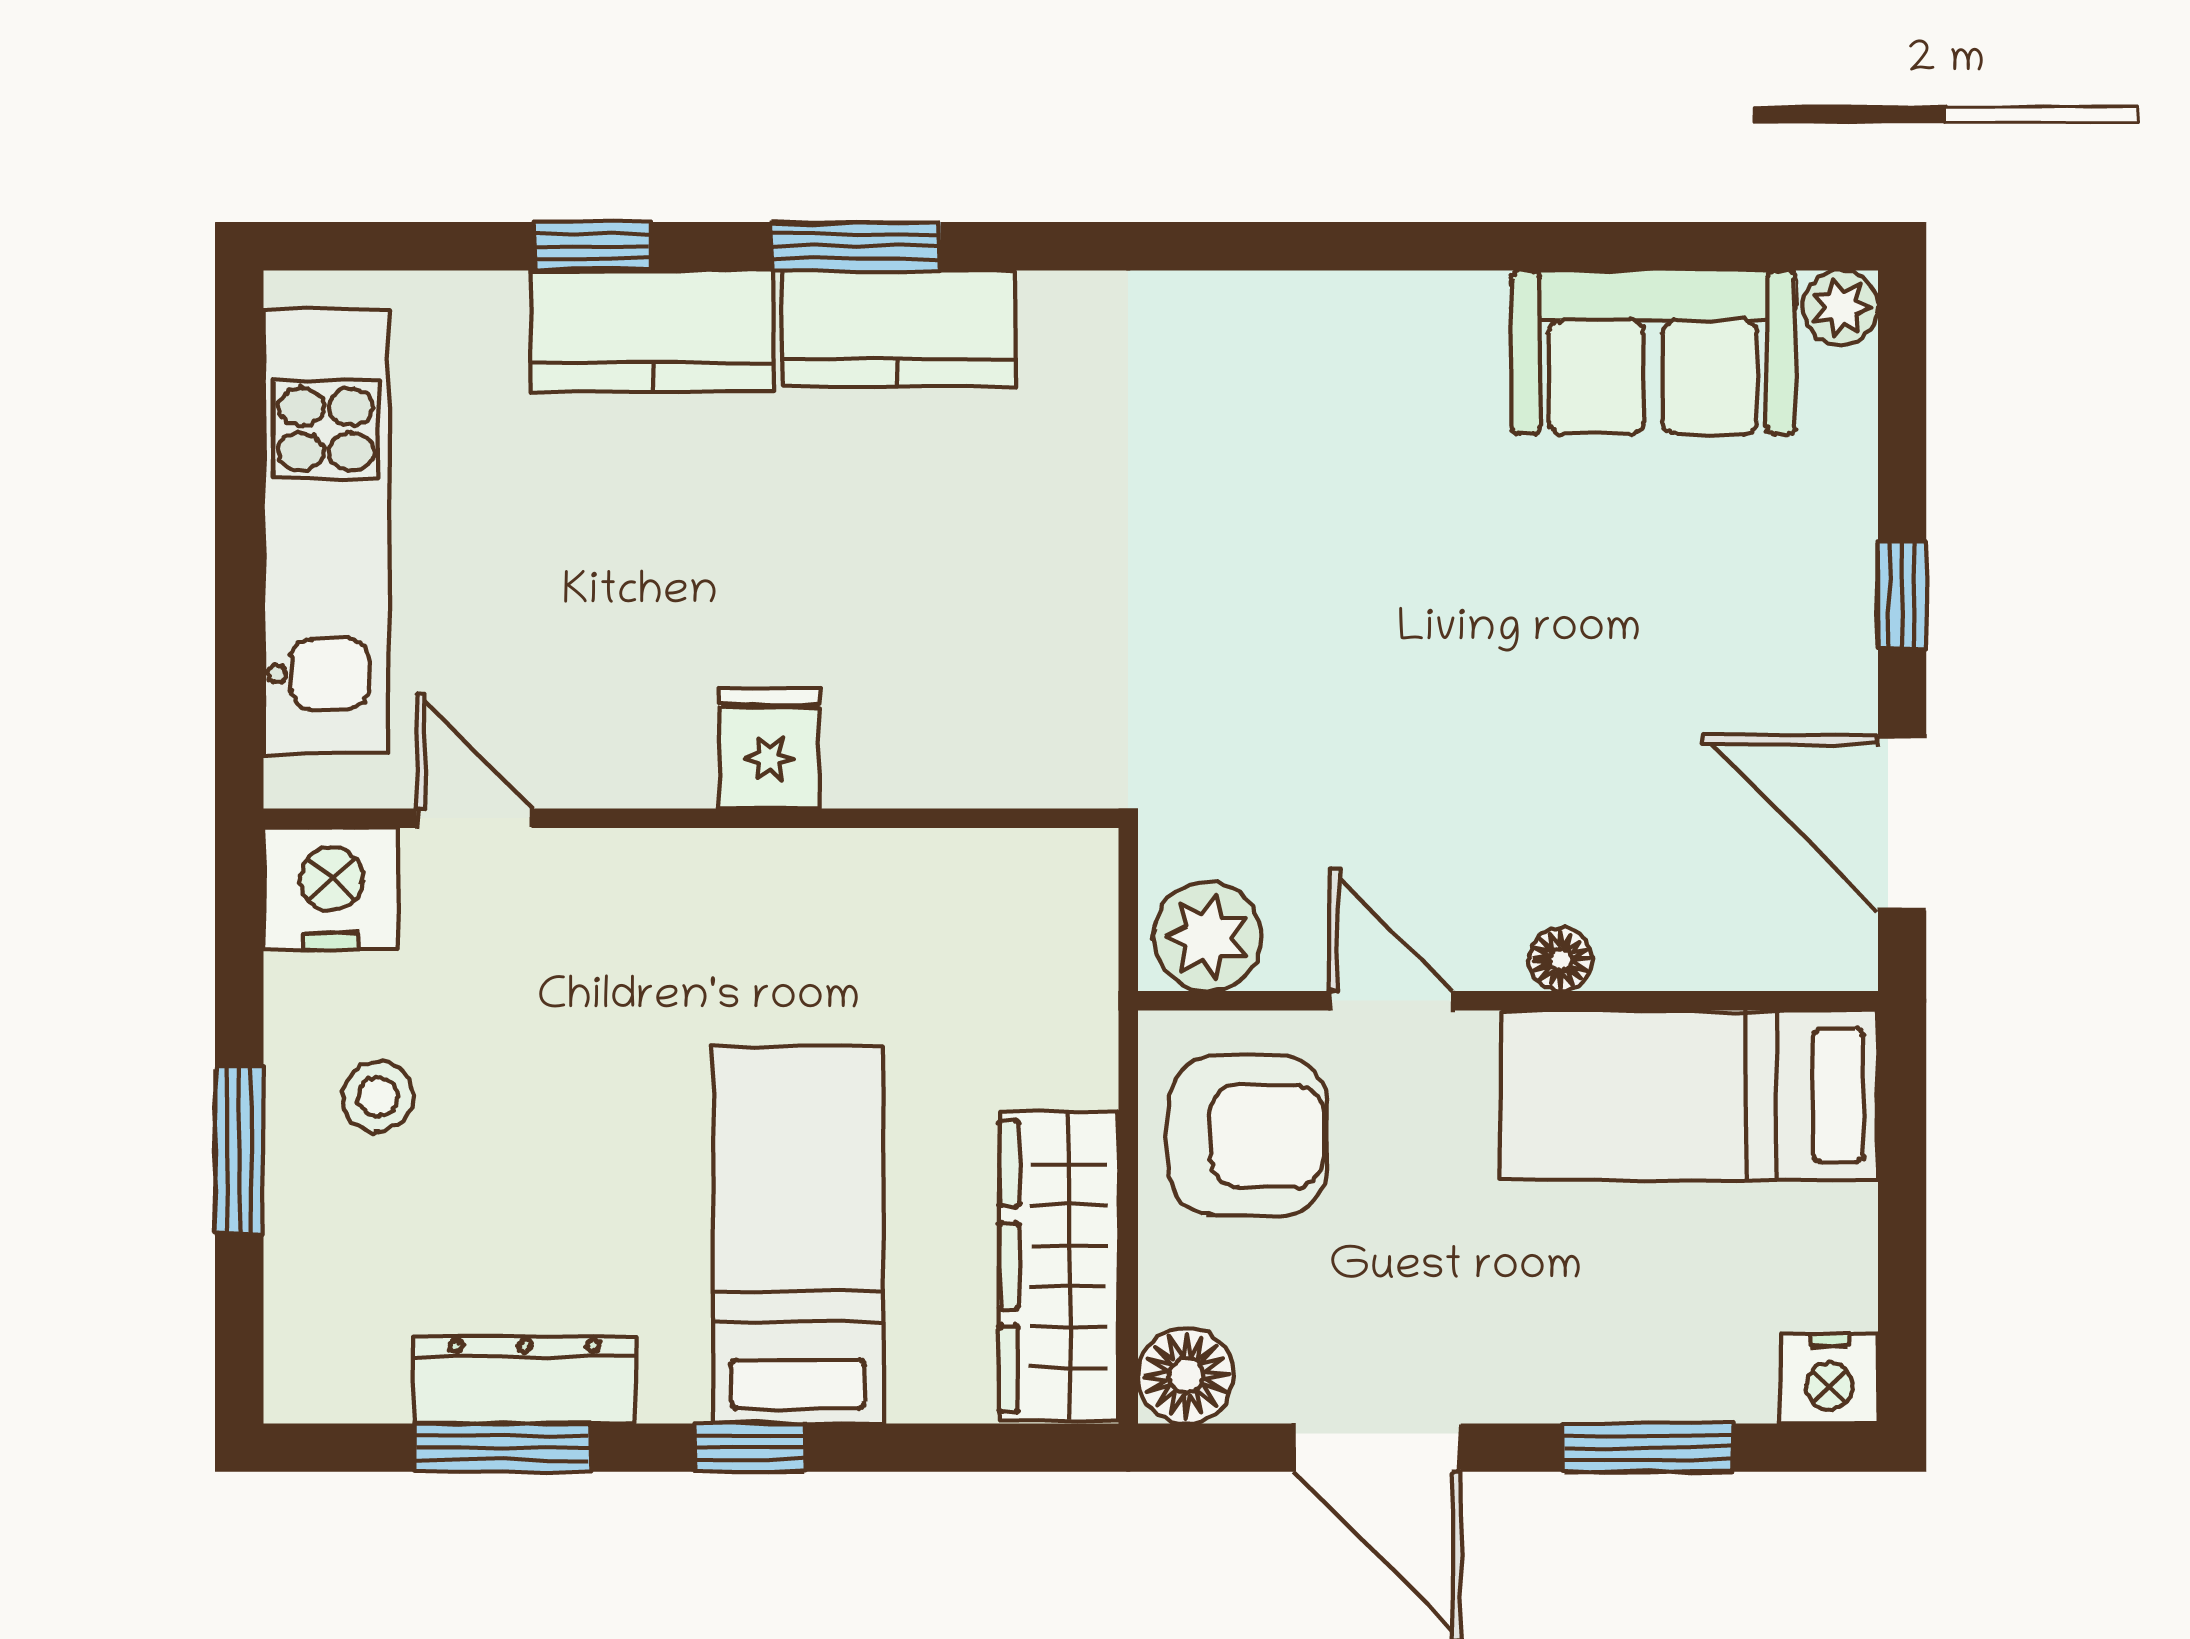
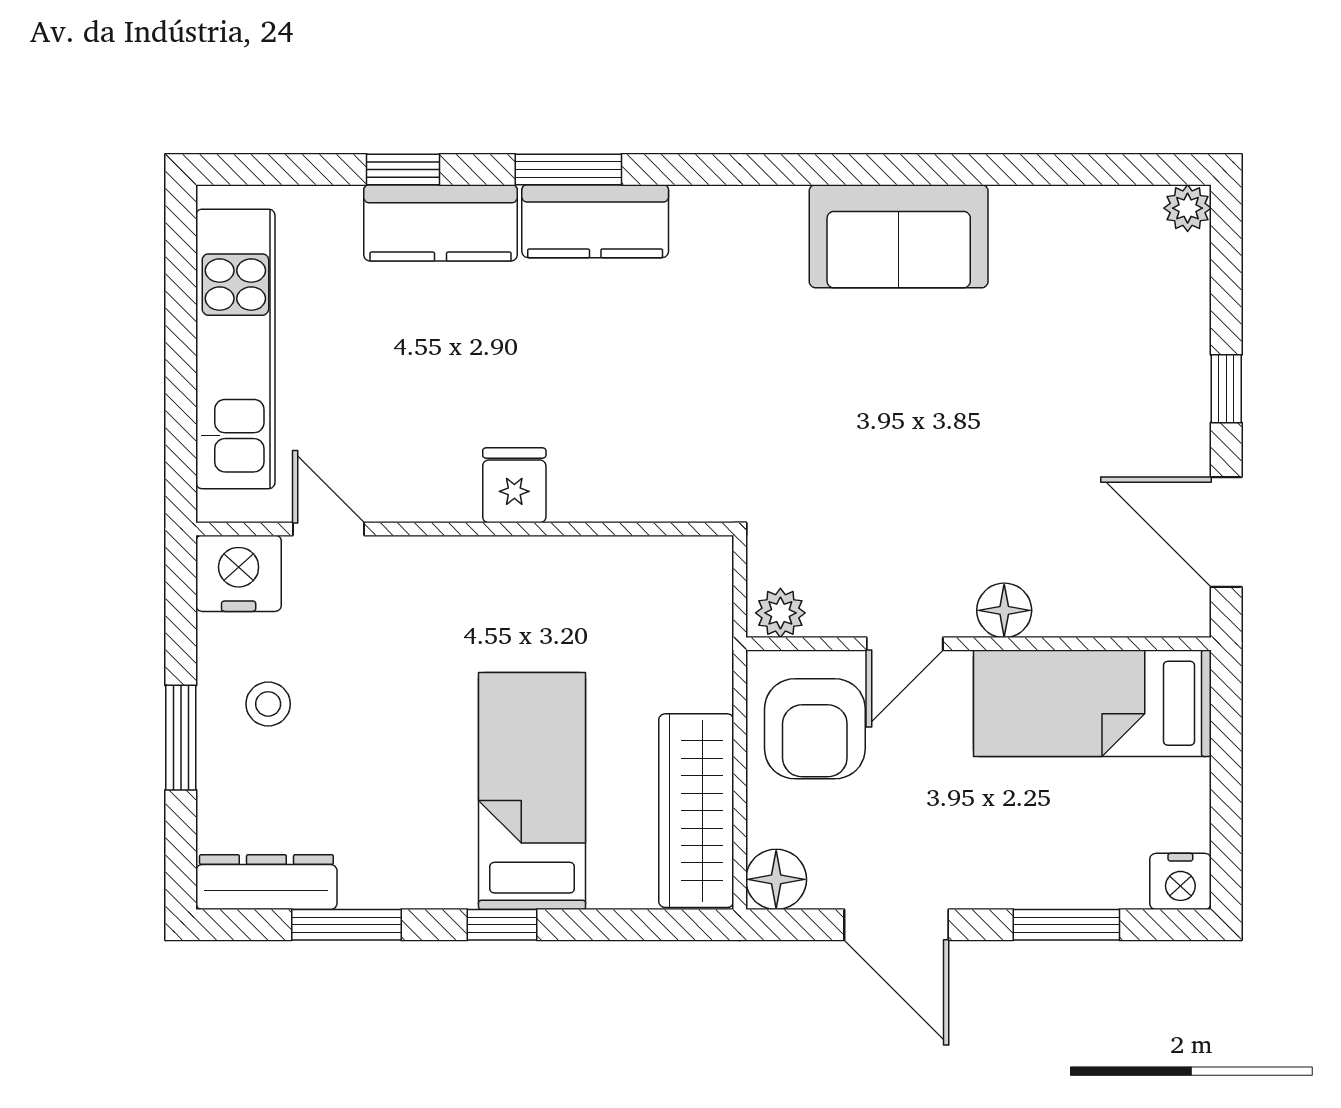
sofa: (1653, 352) -> (899, 236), moved
plant: (1208, 937) -> (780, 613), width x0.73, depth x0.73
floor lamp: (1561, 959) -> (1004, 610), width x1.37, depth x1.37
door: (1391, 1001) -> (905, 644), swing flipped
armchair: (1248, 1136) -> (815, 729), turned 90
dresser: (525, 1380) -> (266, 882), moved

